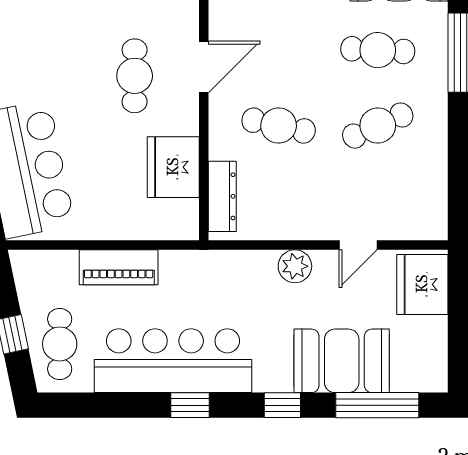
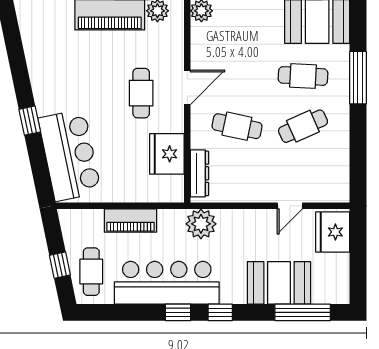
plant: (295, 266) -> (201, 224), moved, width x1.36, depth x1.36
window: (282, 405) -> (220, 312), moved

